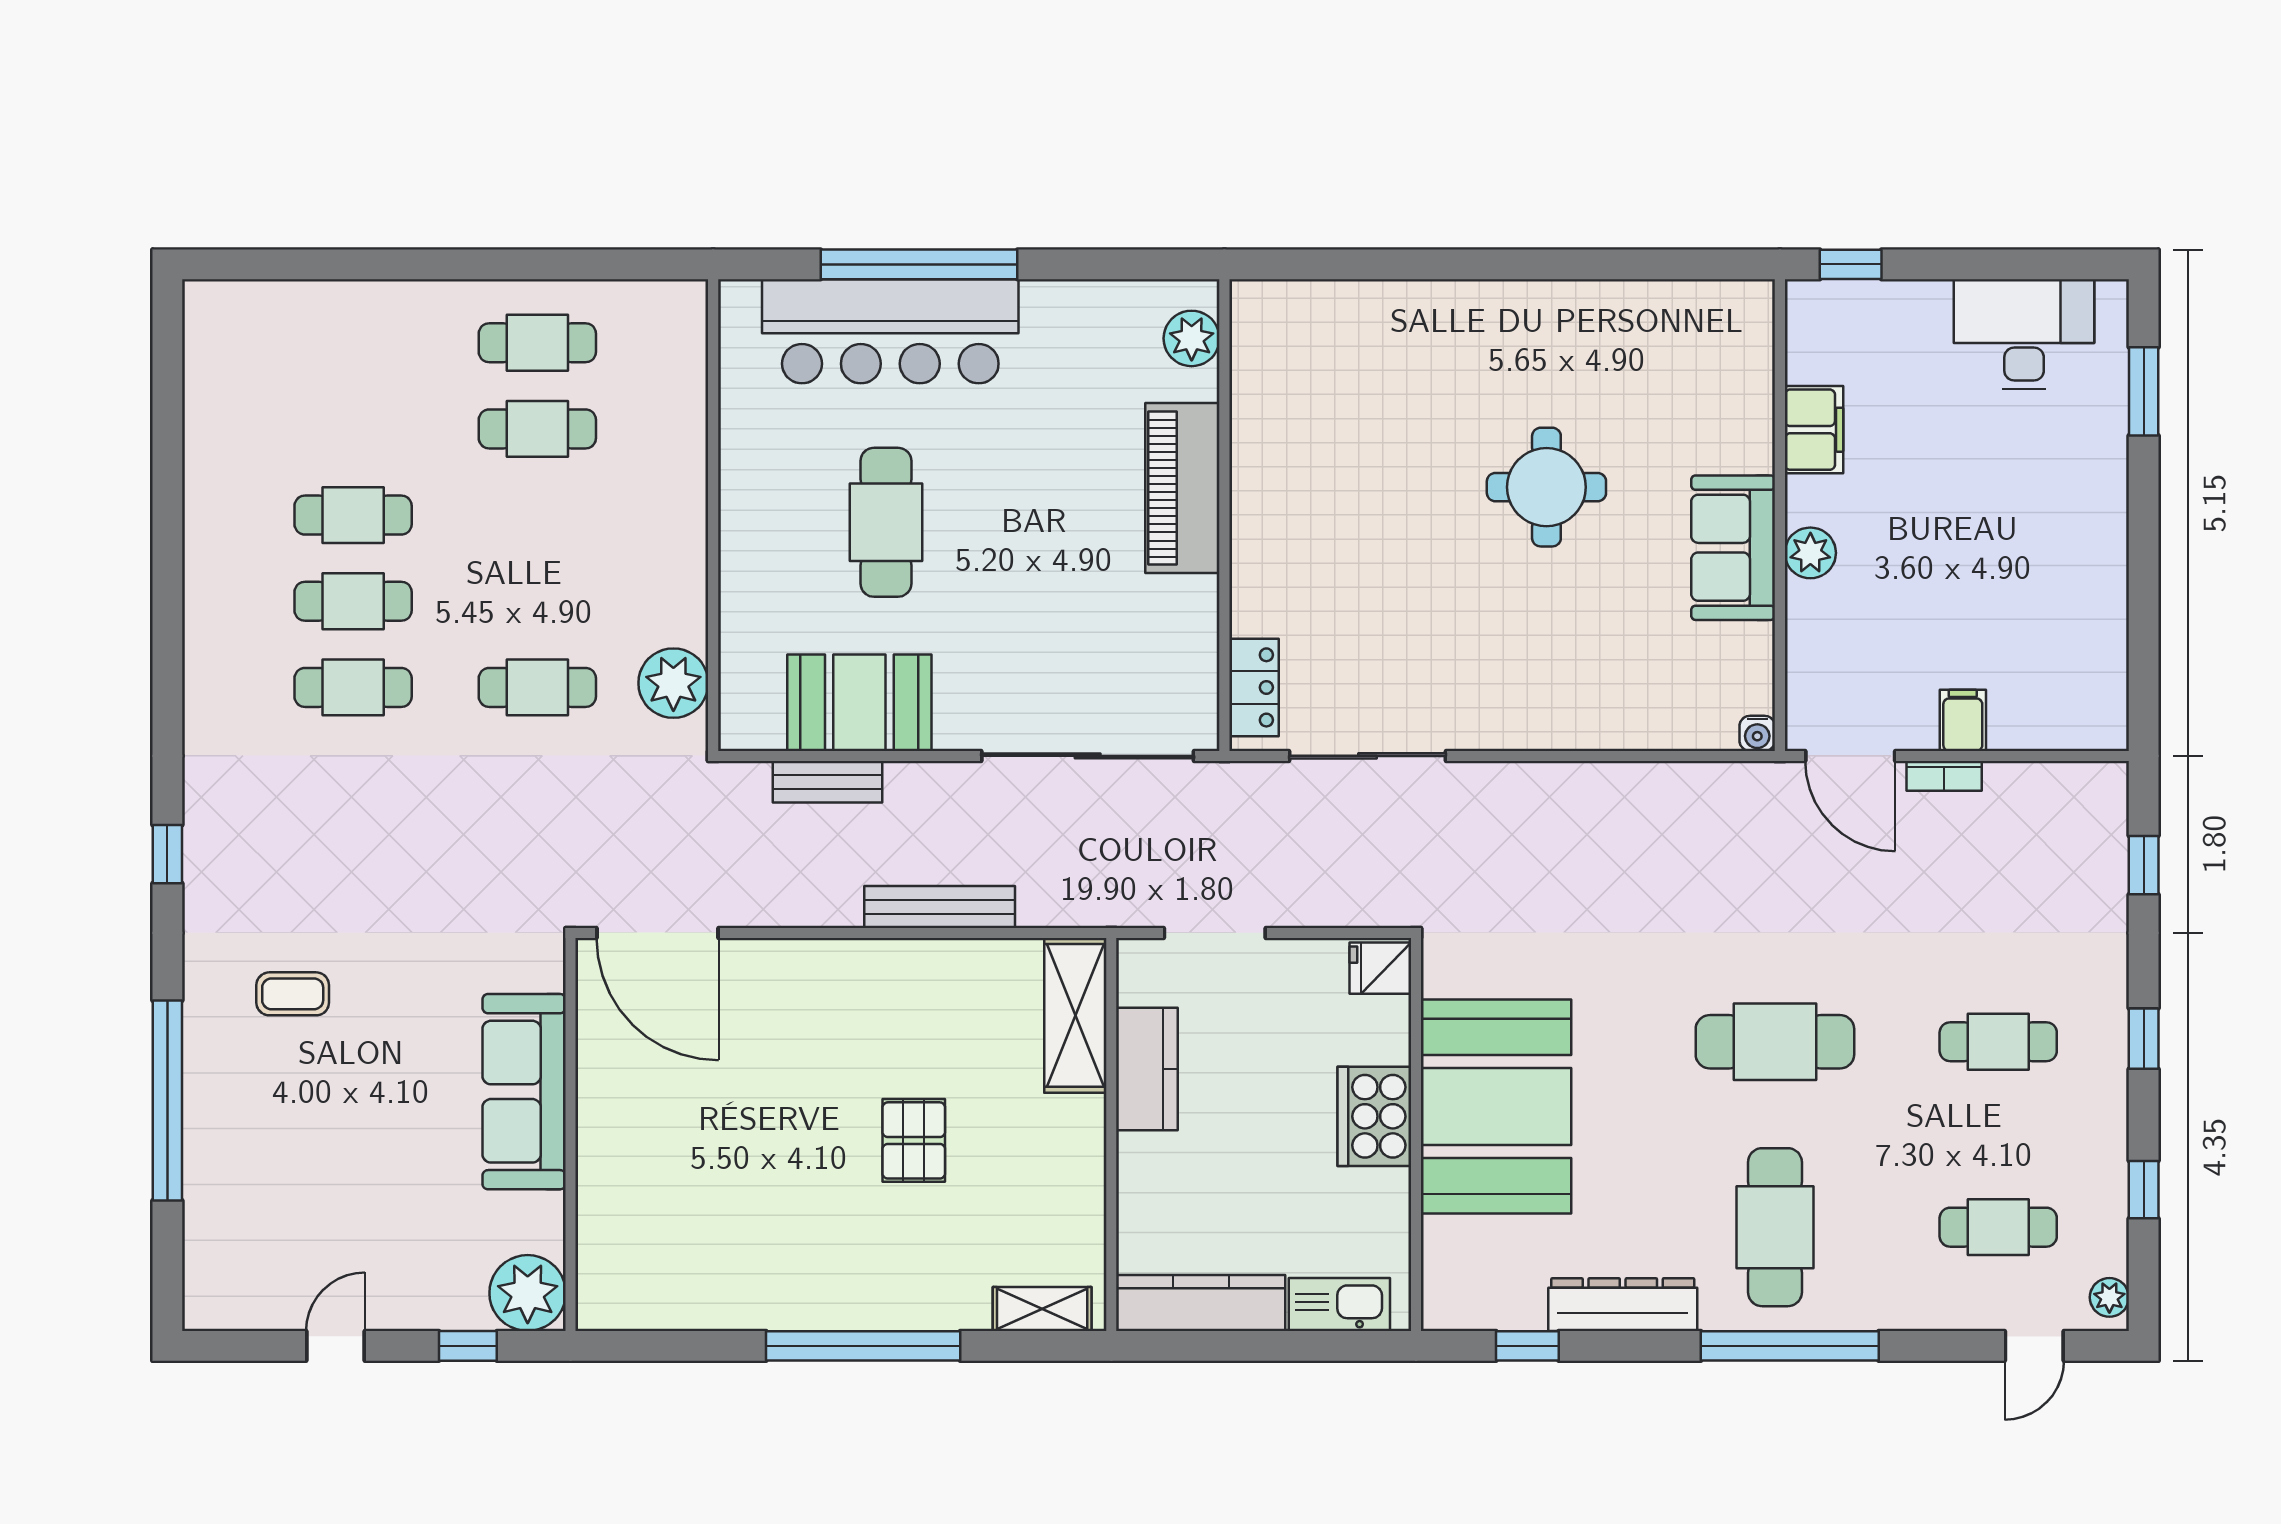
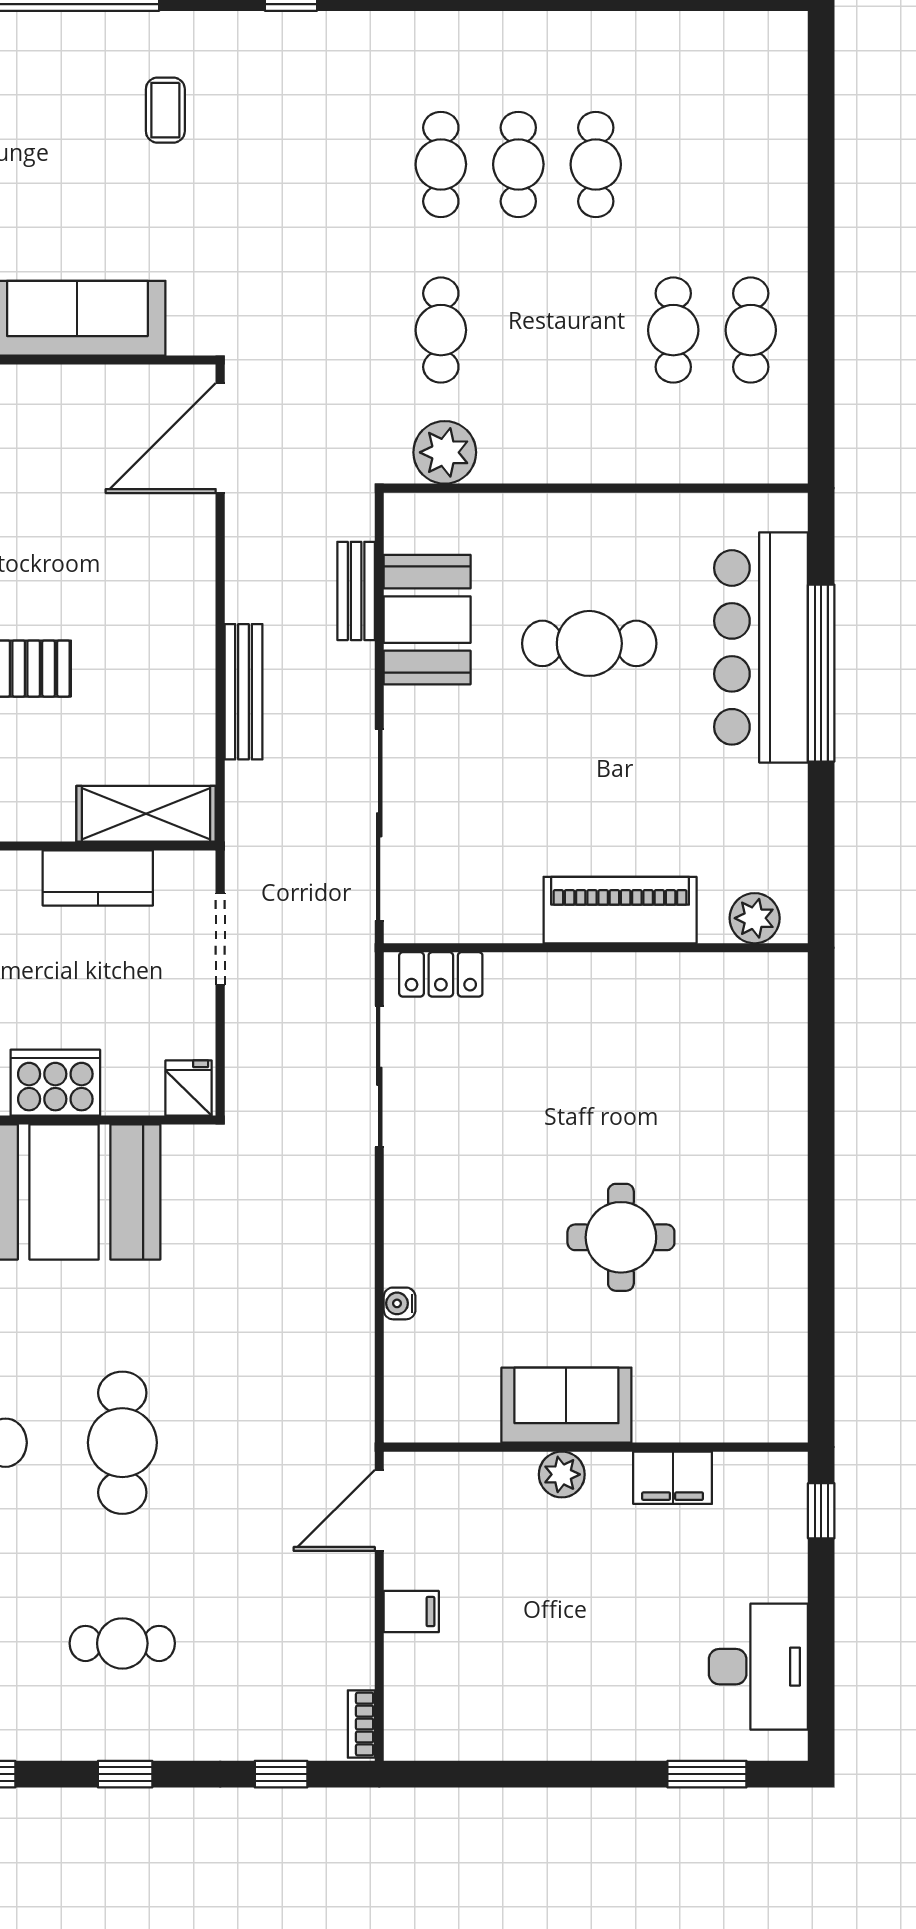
water cooler: (1757, 733) -> (400, 1303), moved
bookcase: (1944, 776) -> (361, 1724), moved
cafe table: (1998, 1042) -> (122, 1643), turned 90

